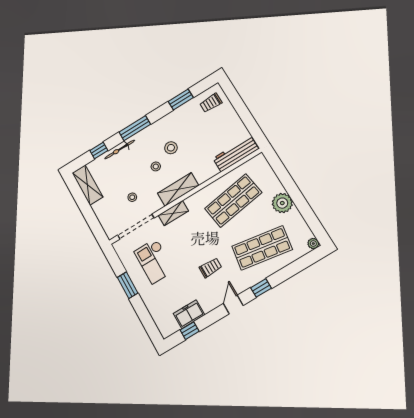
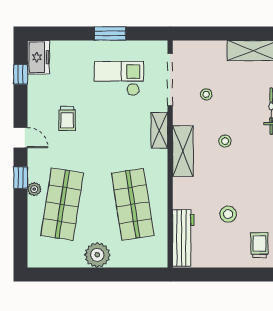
stool: (171, 148) -> (228, 214), moved
plant: (313, 244) -> (34, 189), moved
trolley: (210, 268) -> (67, 119), moved
freezer: (189, 314) -> (38, 57), moved

